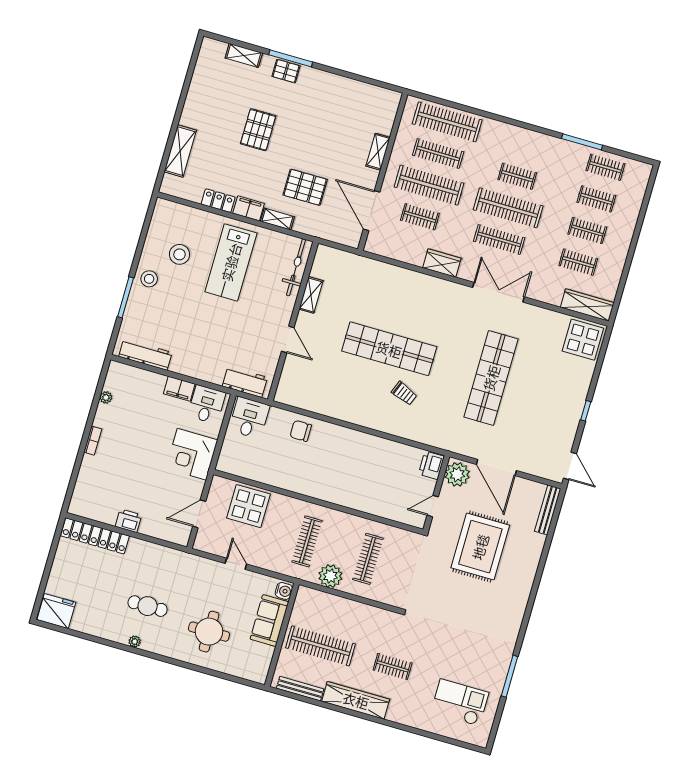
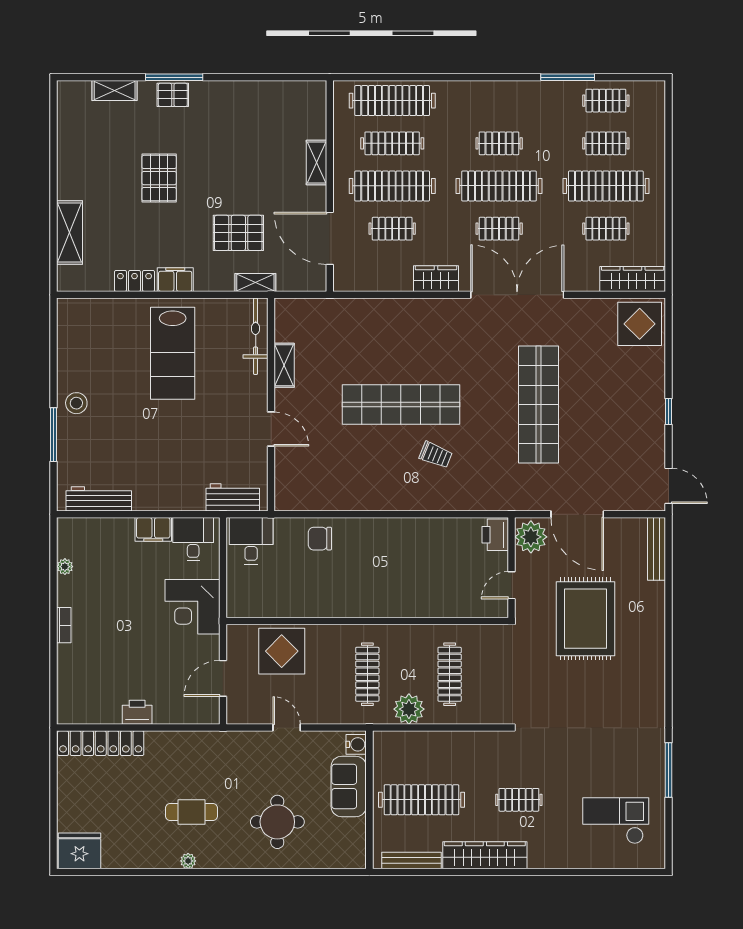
shelving: (277, 219) -> (255, 282), moved
clothes rail: (587, 231) -> (606, 186), width x1.86, depth x1.31
clothes rail: (499, 239) -> (499, 229), width x0.73
stool: (179, 254) -> (106, 362), removed
double door: (499, 292) -> (517, 295), width x1.36

